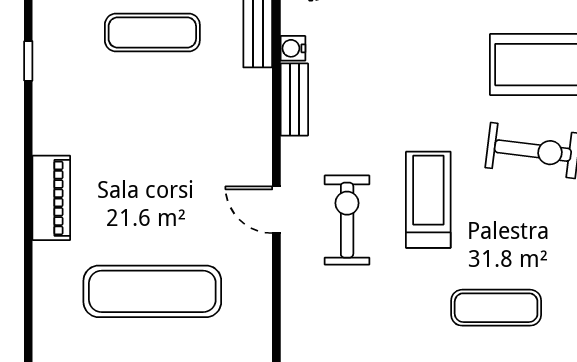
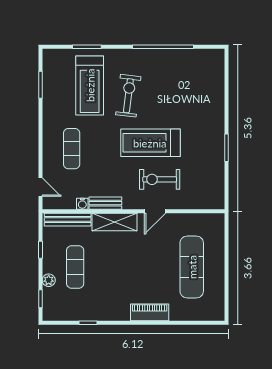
shelving: (252, 120) -> (115, 222), added
treadmill: (428, 200) -> (150, 143), width x1.37, depth x1.38
exercise mat: (496, 308) -> (72, 149), moved

